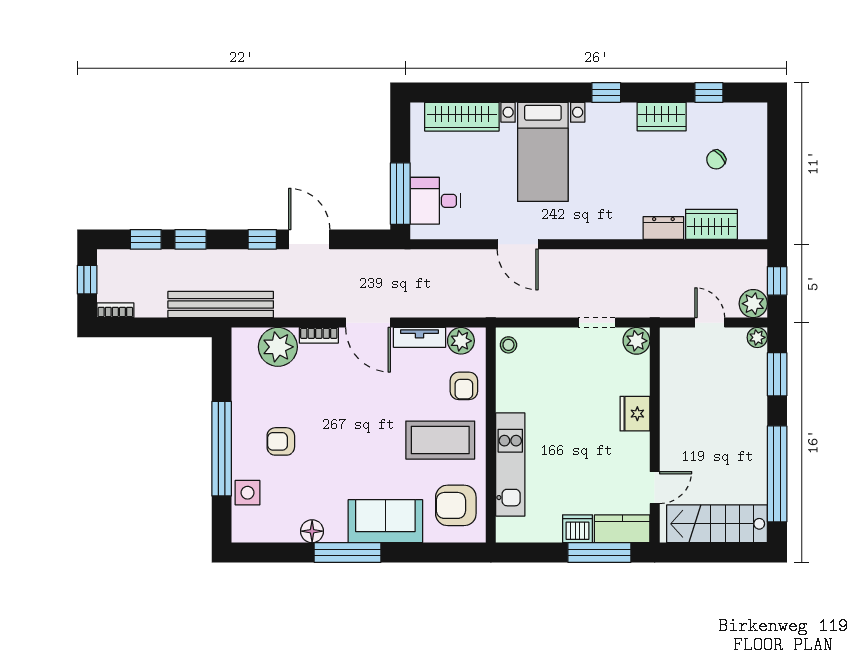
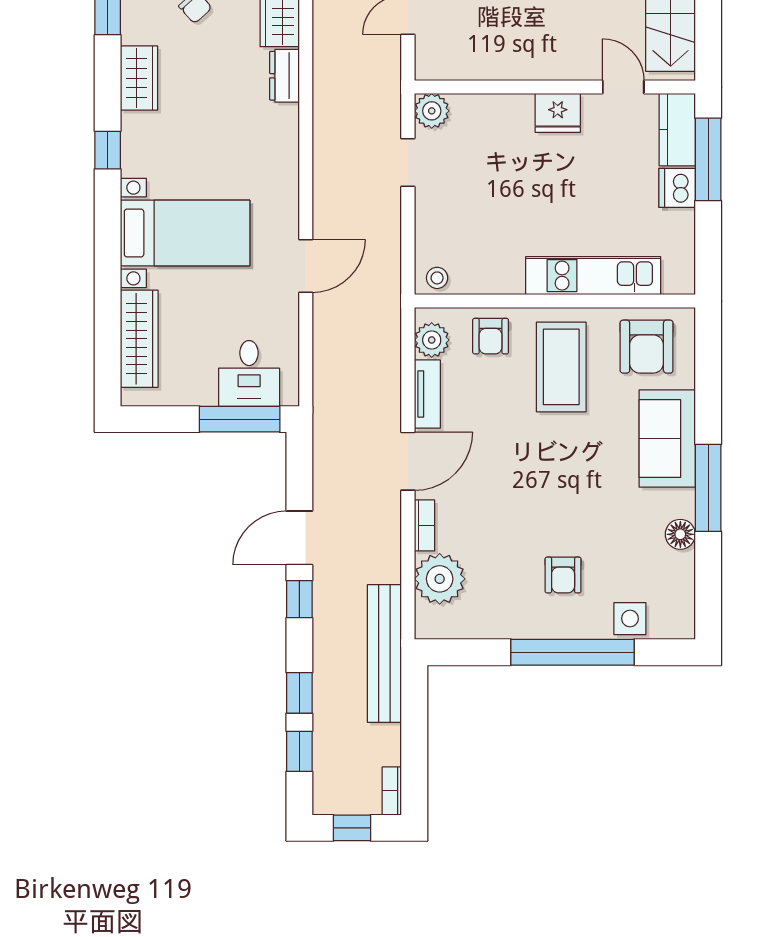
armchair: (464, 386) -> (491, 336), turned 90
fridge: (635, 414) -> (558, 113), moved

